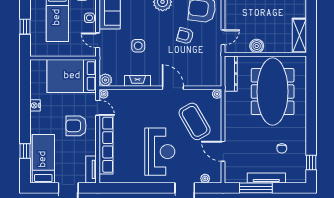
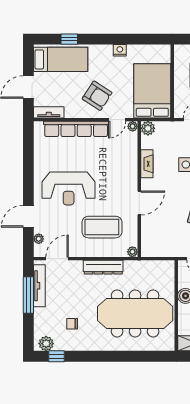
dresser: (231, 74) -> (103, 267), moved
coffee table: (195, 121) -> (102, 227), turned 30
armchair: (76, 126) -> (97, 96), turned 123
door: (223, 151) -> (57, 259), moved
plant: (300, 172) -> (46, 344), added
tv unit: (266, 178) -> (39, 286), moved

